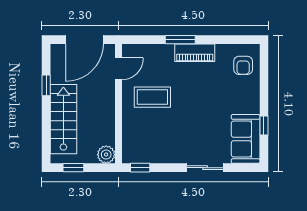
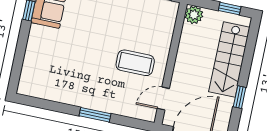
piano: (195, 53) -> (83, 99), removed
armchair: (243, 65) -> (37, 76), removed

